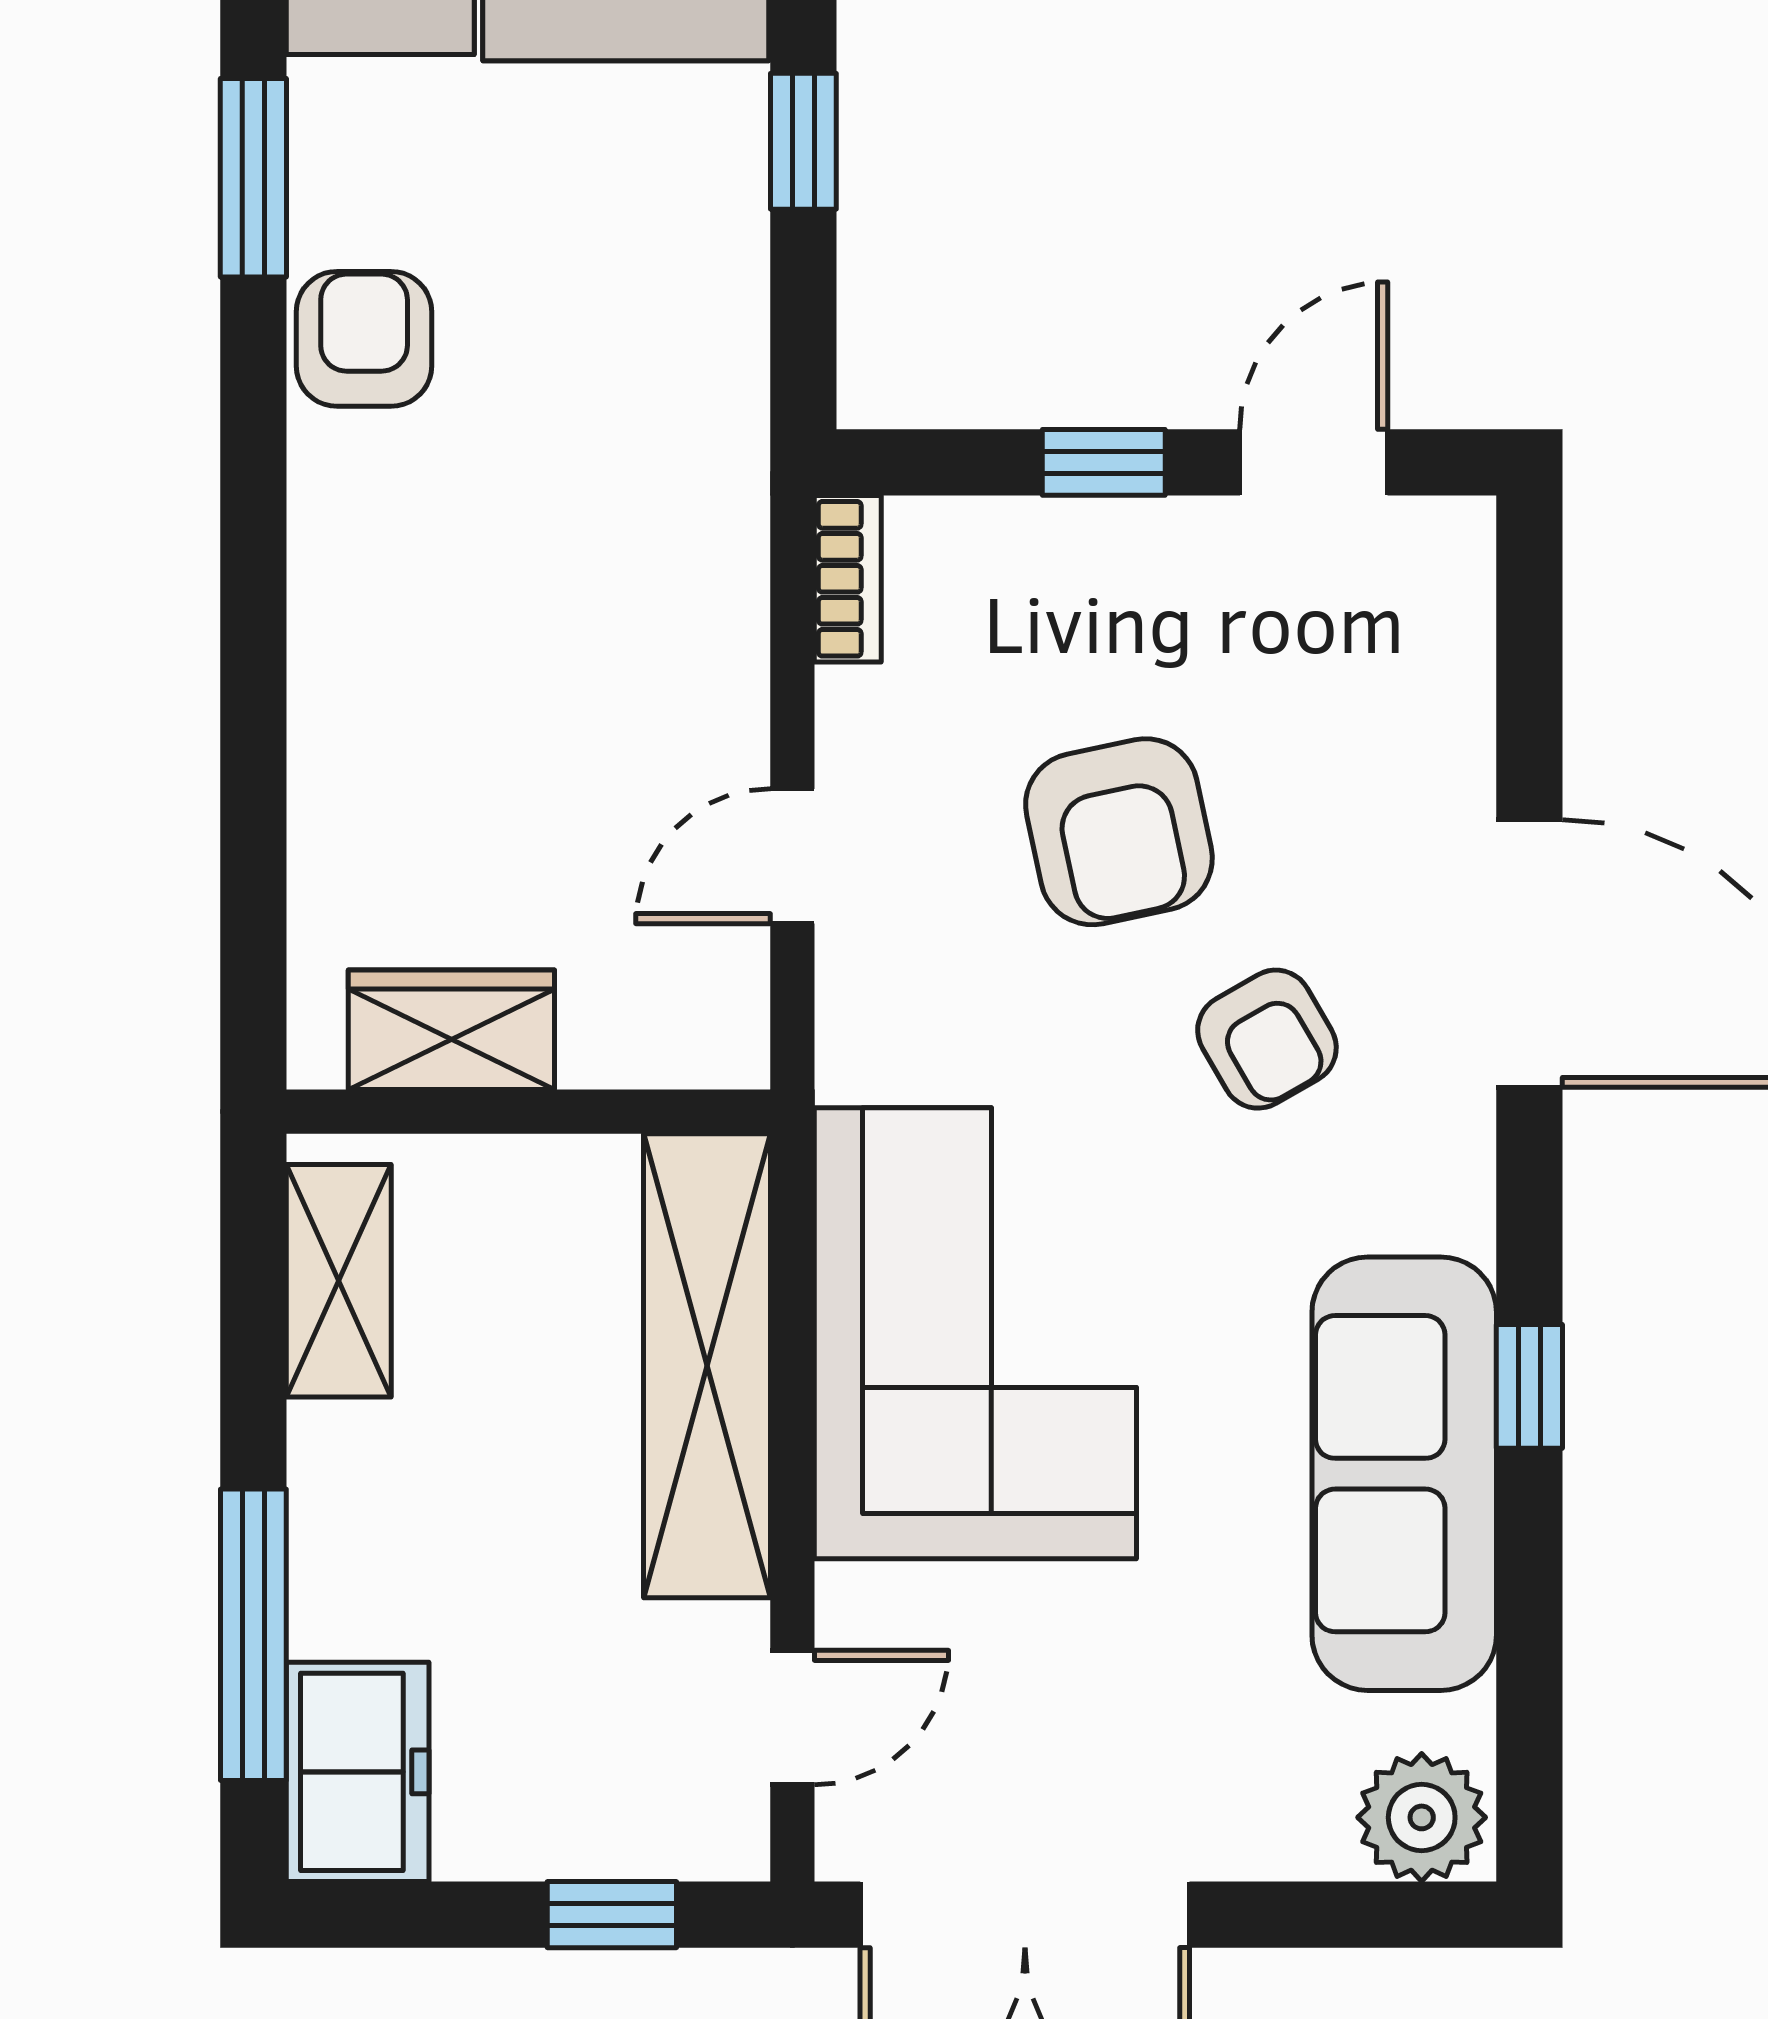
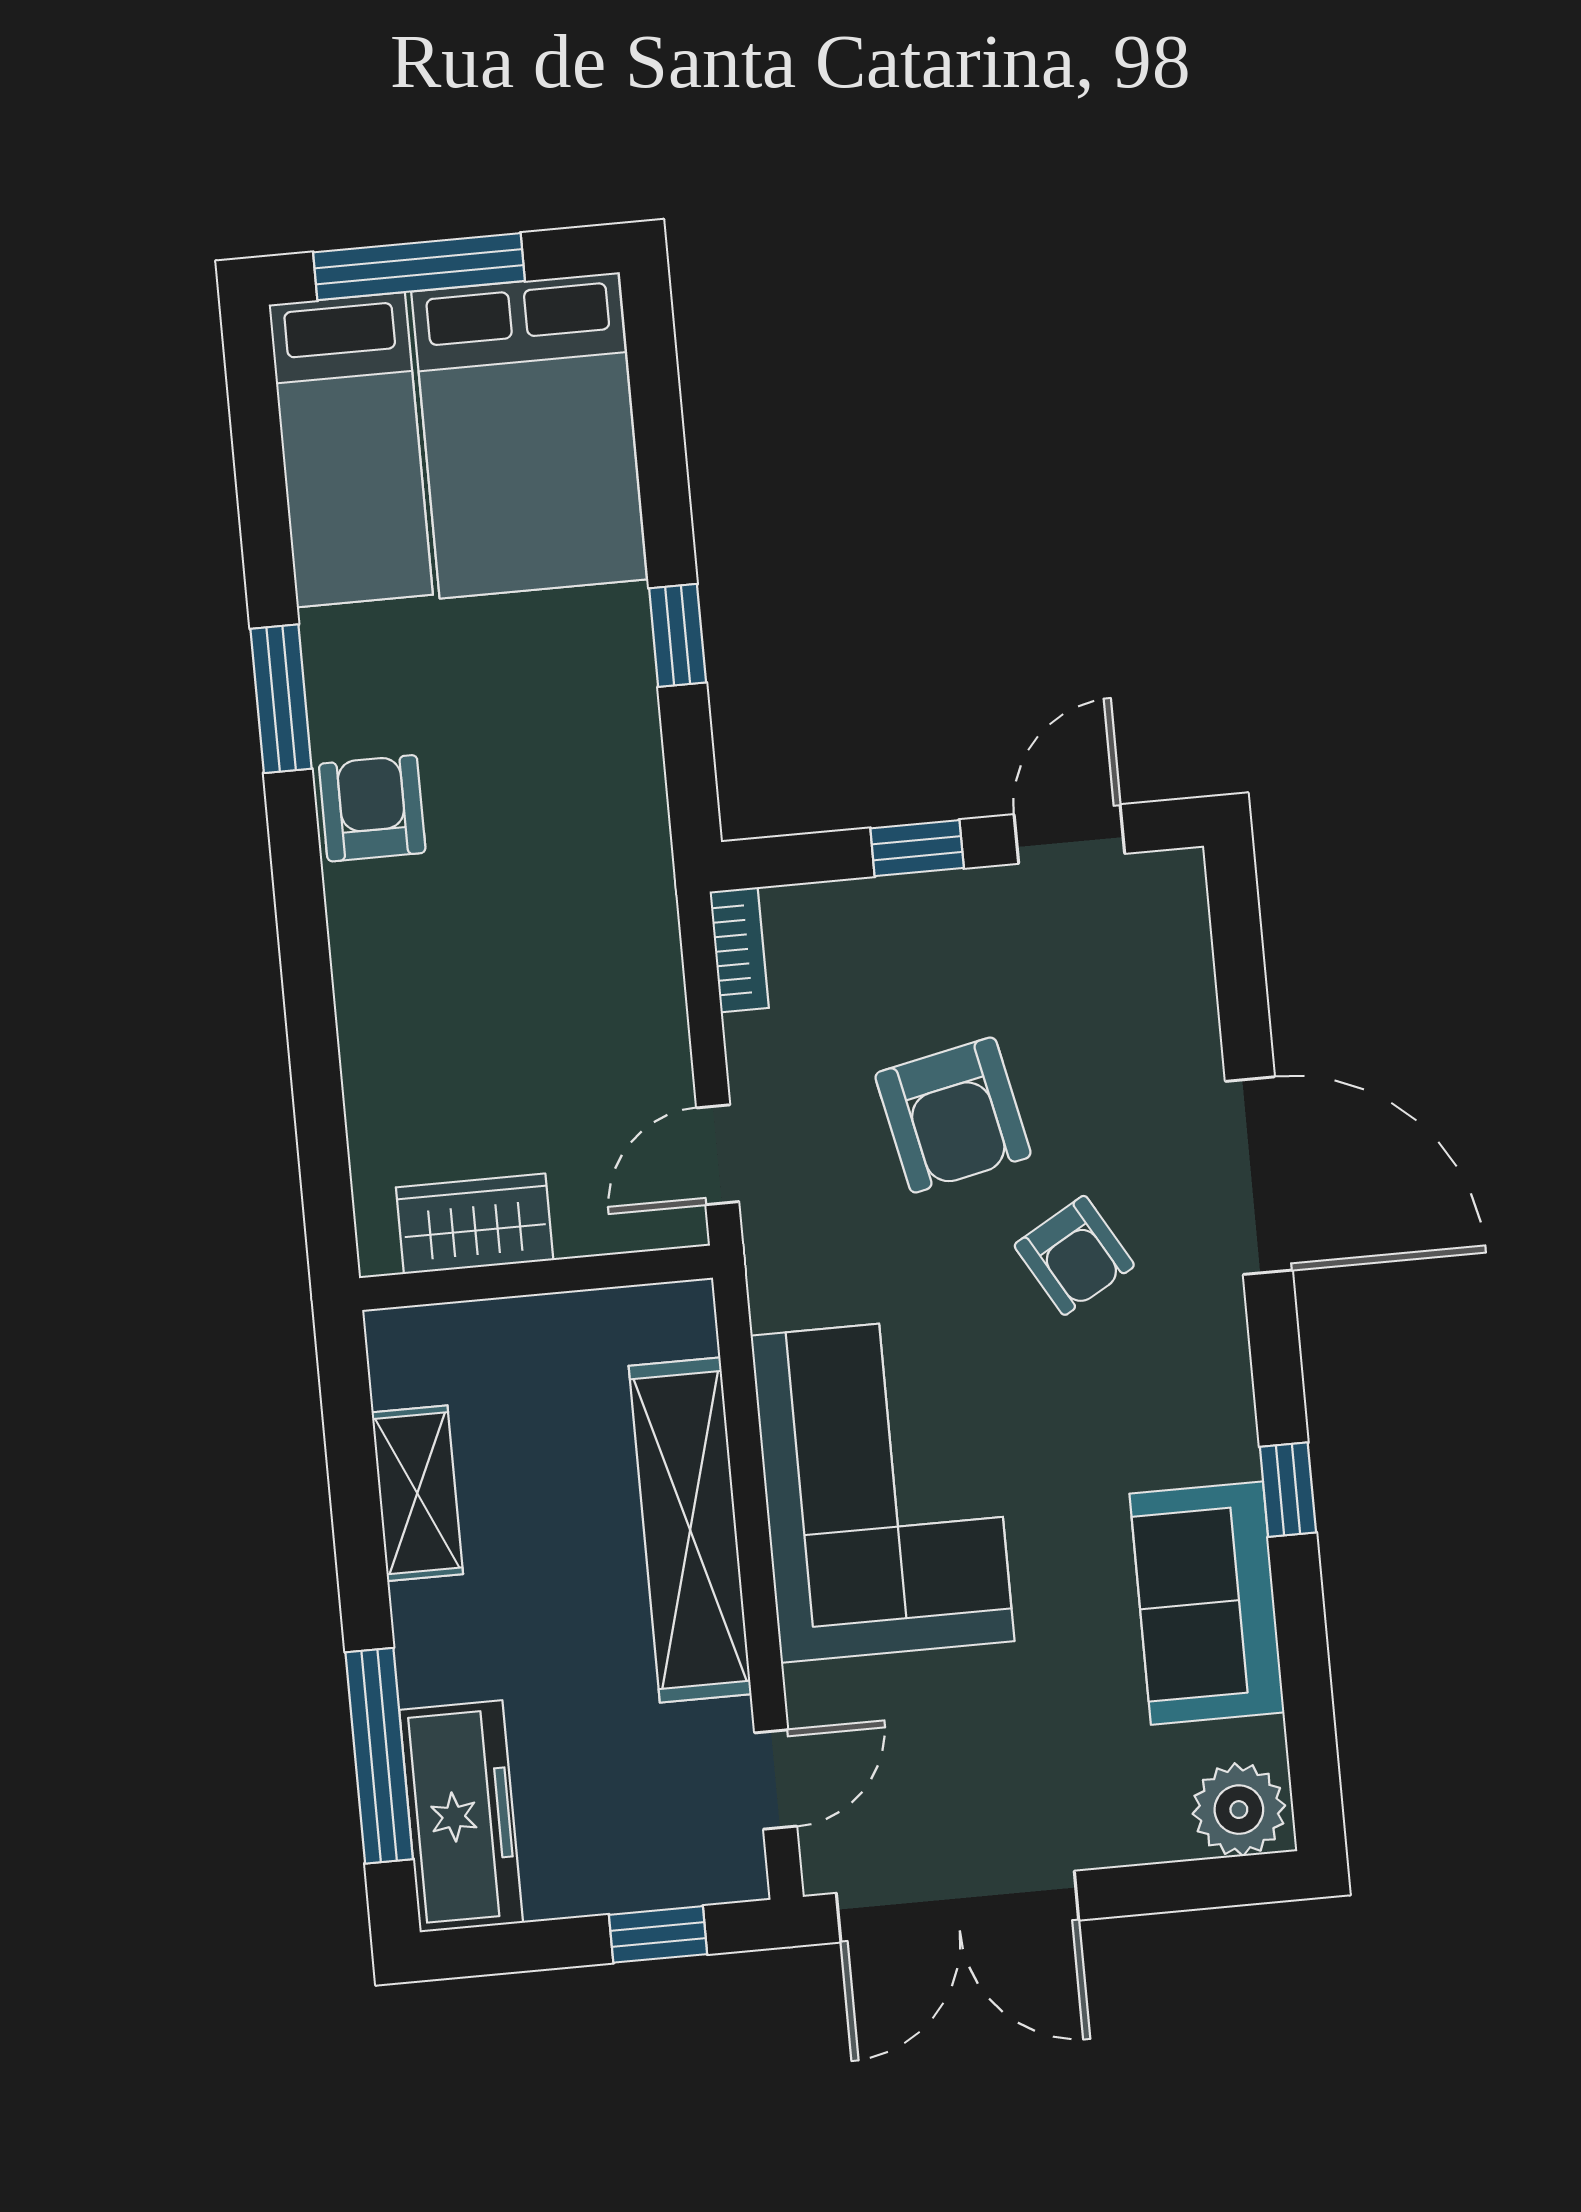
wardrobe: (451, 1030) -> (475, 1224), moved
wall: (528, 1112) -> (536, 1278), moved
sofa: (1404, 1474) -> (1207, 1603), width x0.73
freezer: (358, 1772) -> (461, 1816), width x1.40

